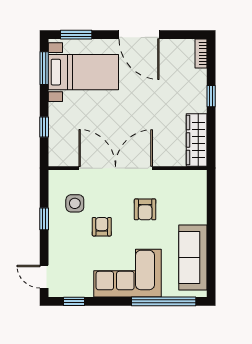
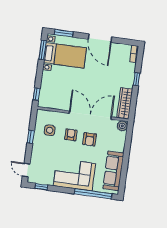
window: (44, 127) -> (37, 94), moved
double door: (116, 168) -> (90, 115), moved
plant: (198, 179) -> (122, 126), added
armchair: (102, 227) -> (71, 135), moved

